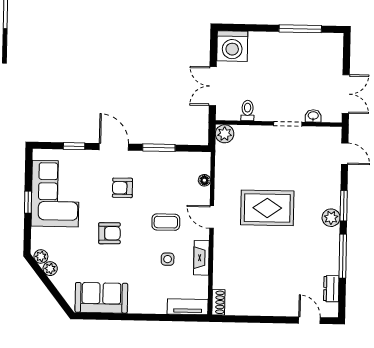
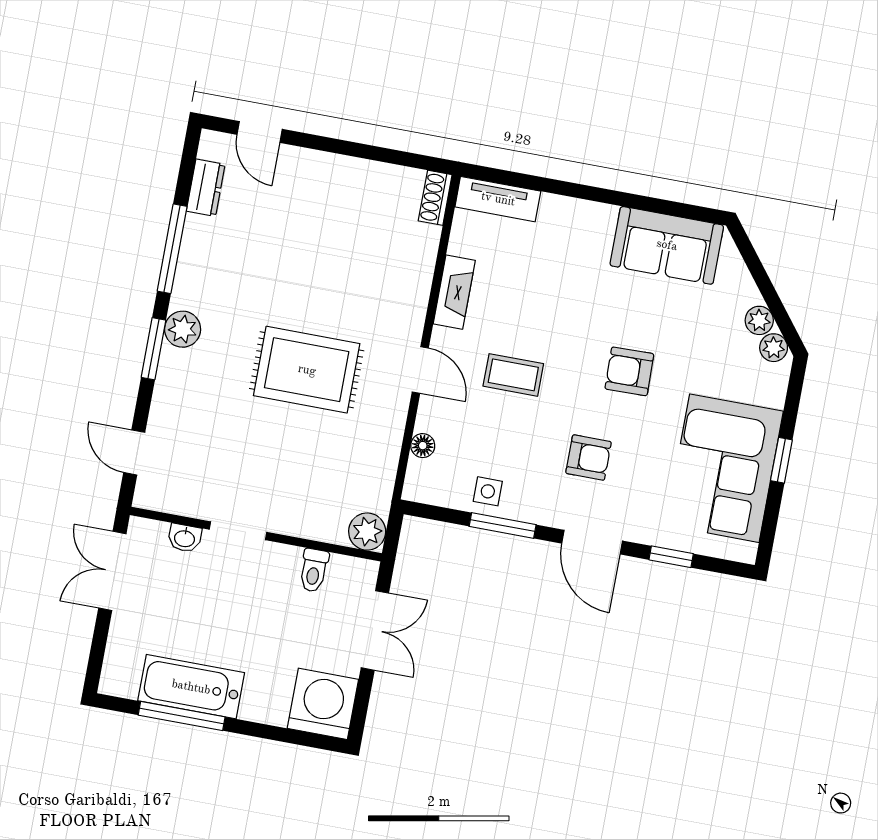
bathtub: (298, 44) -> (191, 687), added
side table: (168, 259) -> (488, 491), moved

